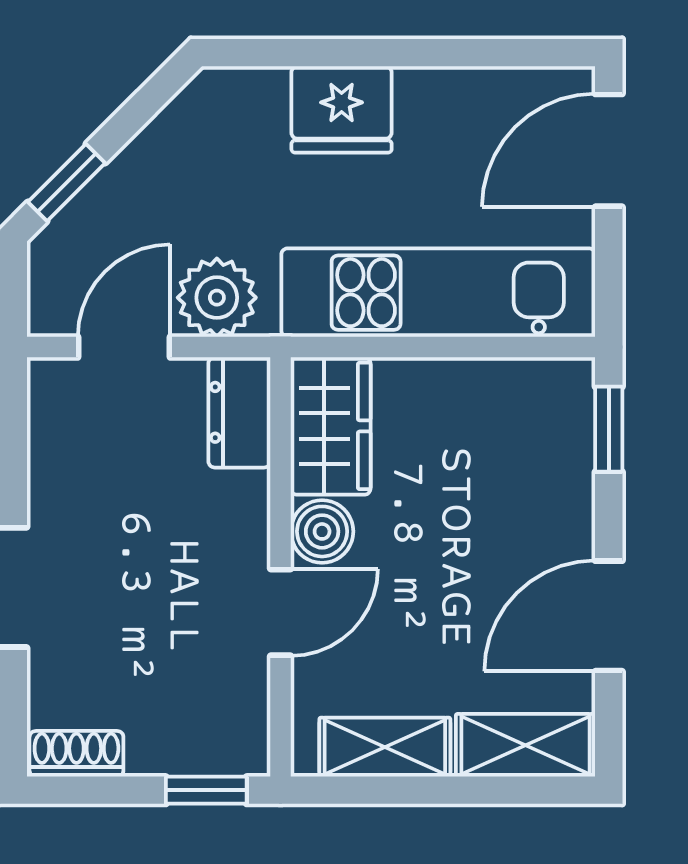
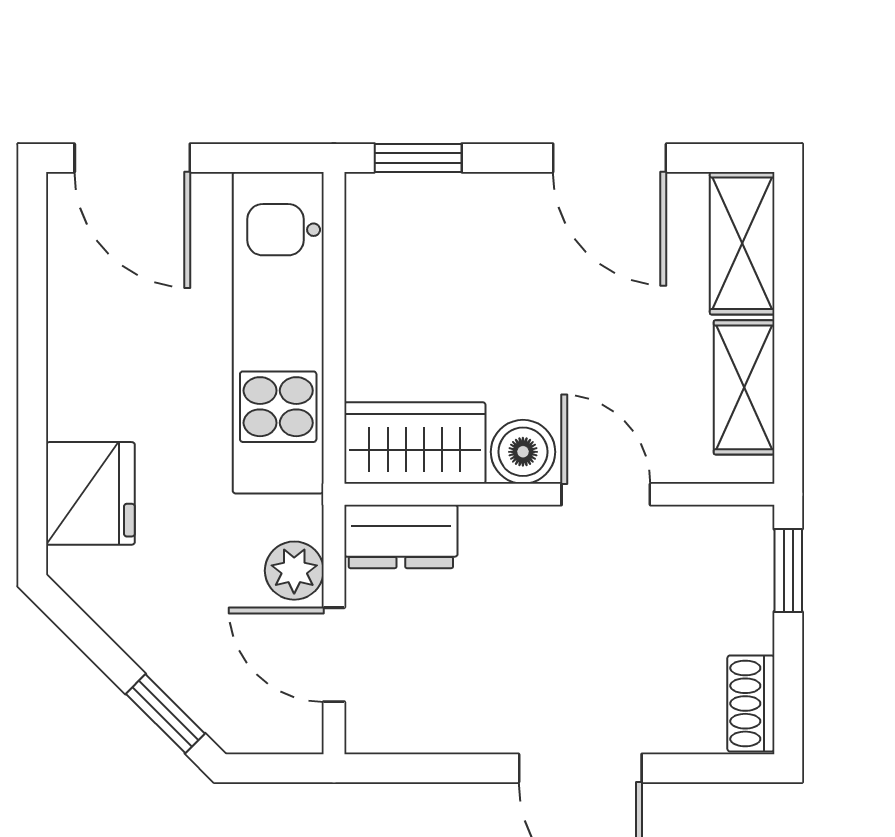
fridge: (342, 109) -> (90, 493), moved
plant: (217, 298) -> (294, 571), width x0.73, depth x0.73

